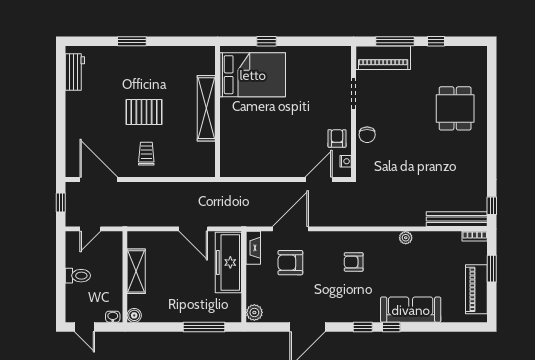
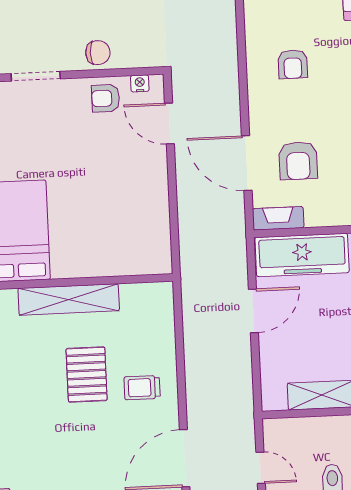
pallet: (144, 112) -> (87, 375), moved

